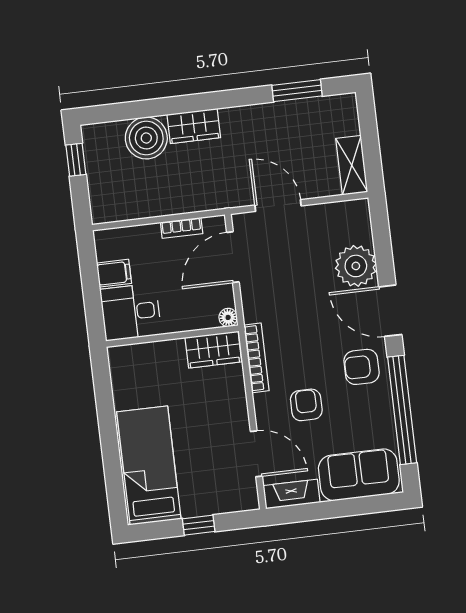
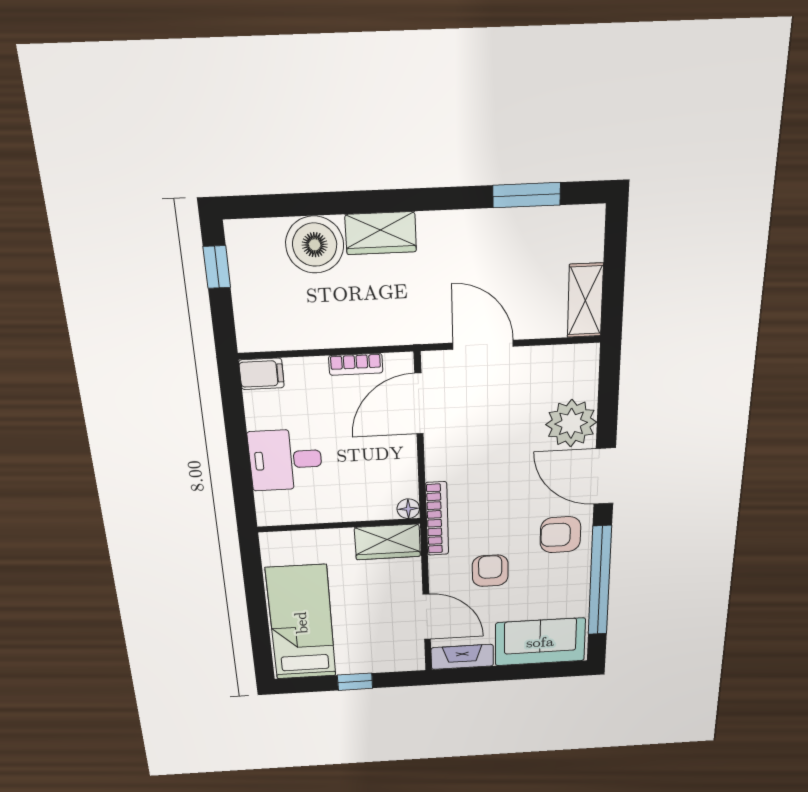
filing cabinet: (114, 273) -> (261, 374), moved
floor lamp: (228, 317) -> (408, 509), moved
wall: (172, 336) -> (339, 525), moved
wardrobe: (213, 350) -> (387, 542), moved

